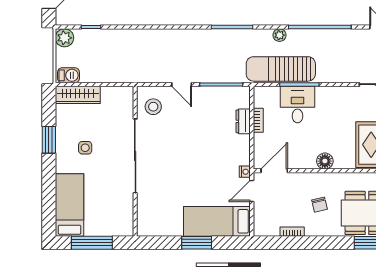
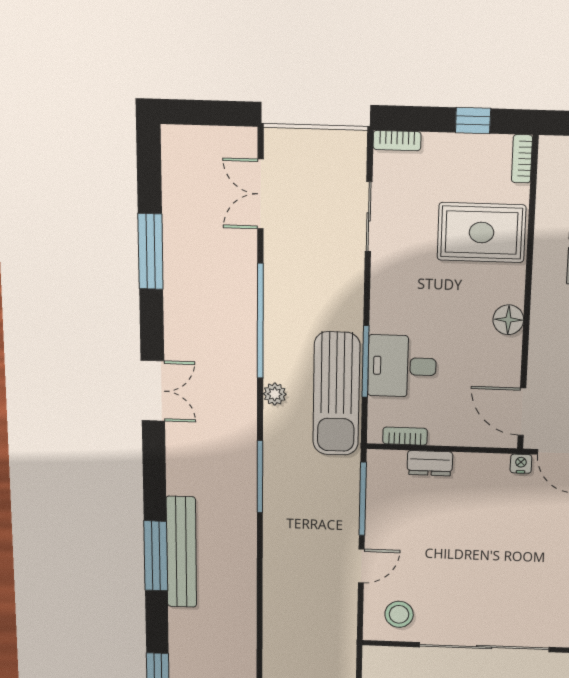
bookcase: (258, 120) -> (405, 436), moved

